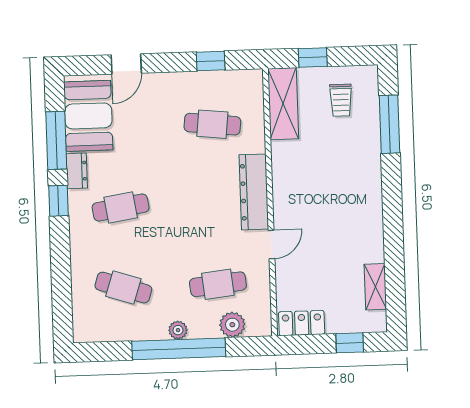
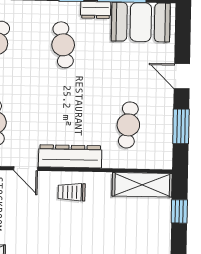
window: (211, 61) -> (181, 126), width x1.50
door: (126, 64) -> (182, 76), moved
trolley: (341, 100) -> (72, 192), moved

